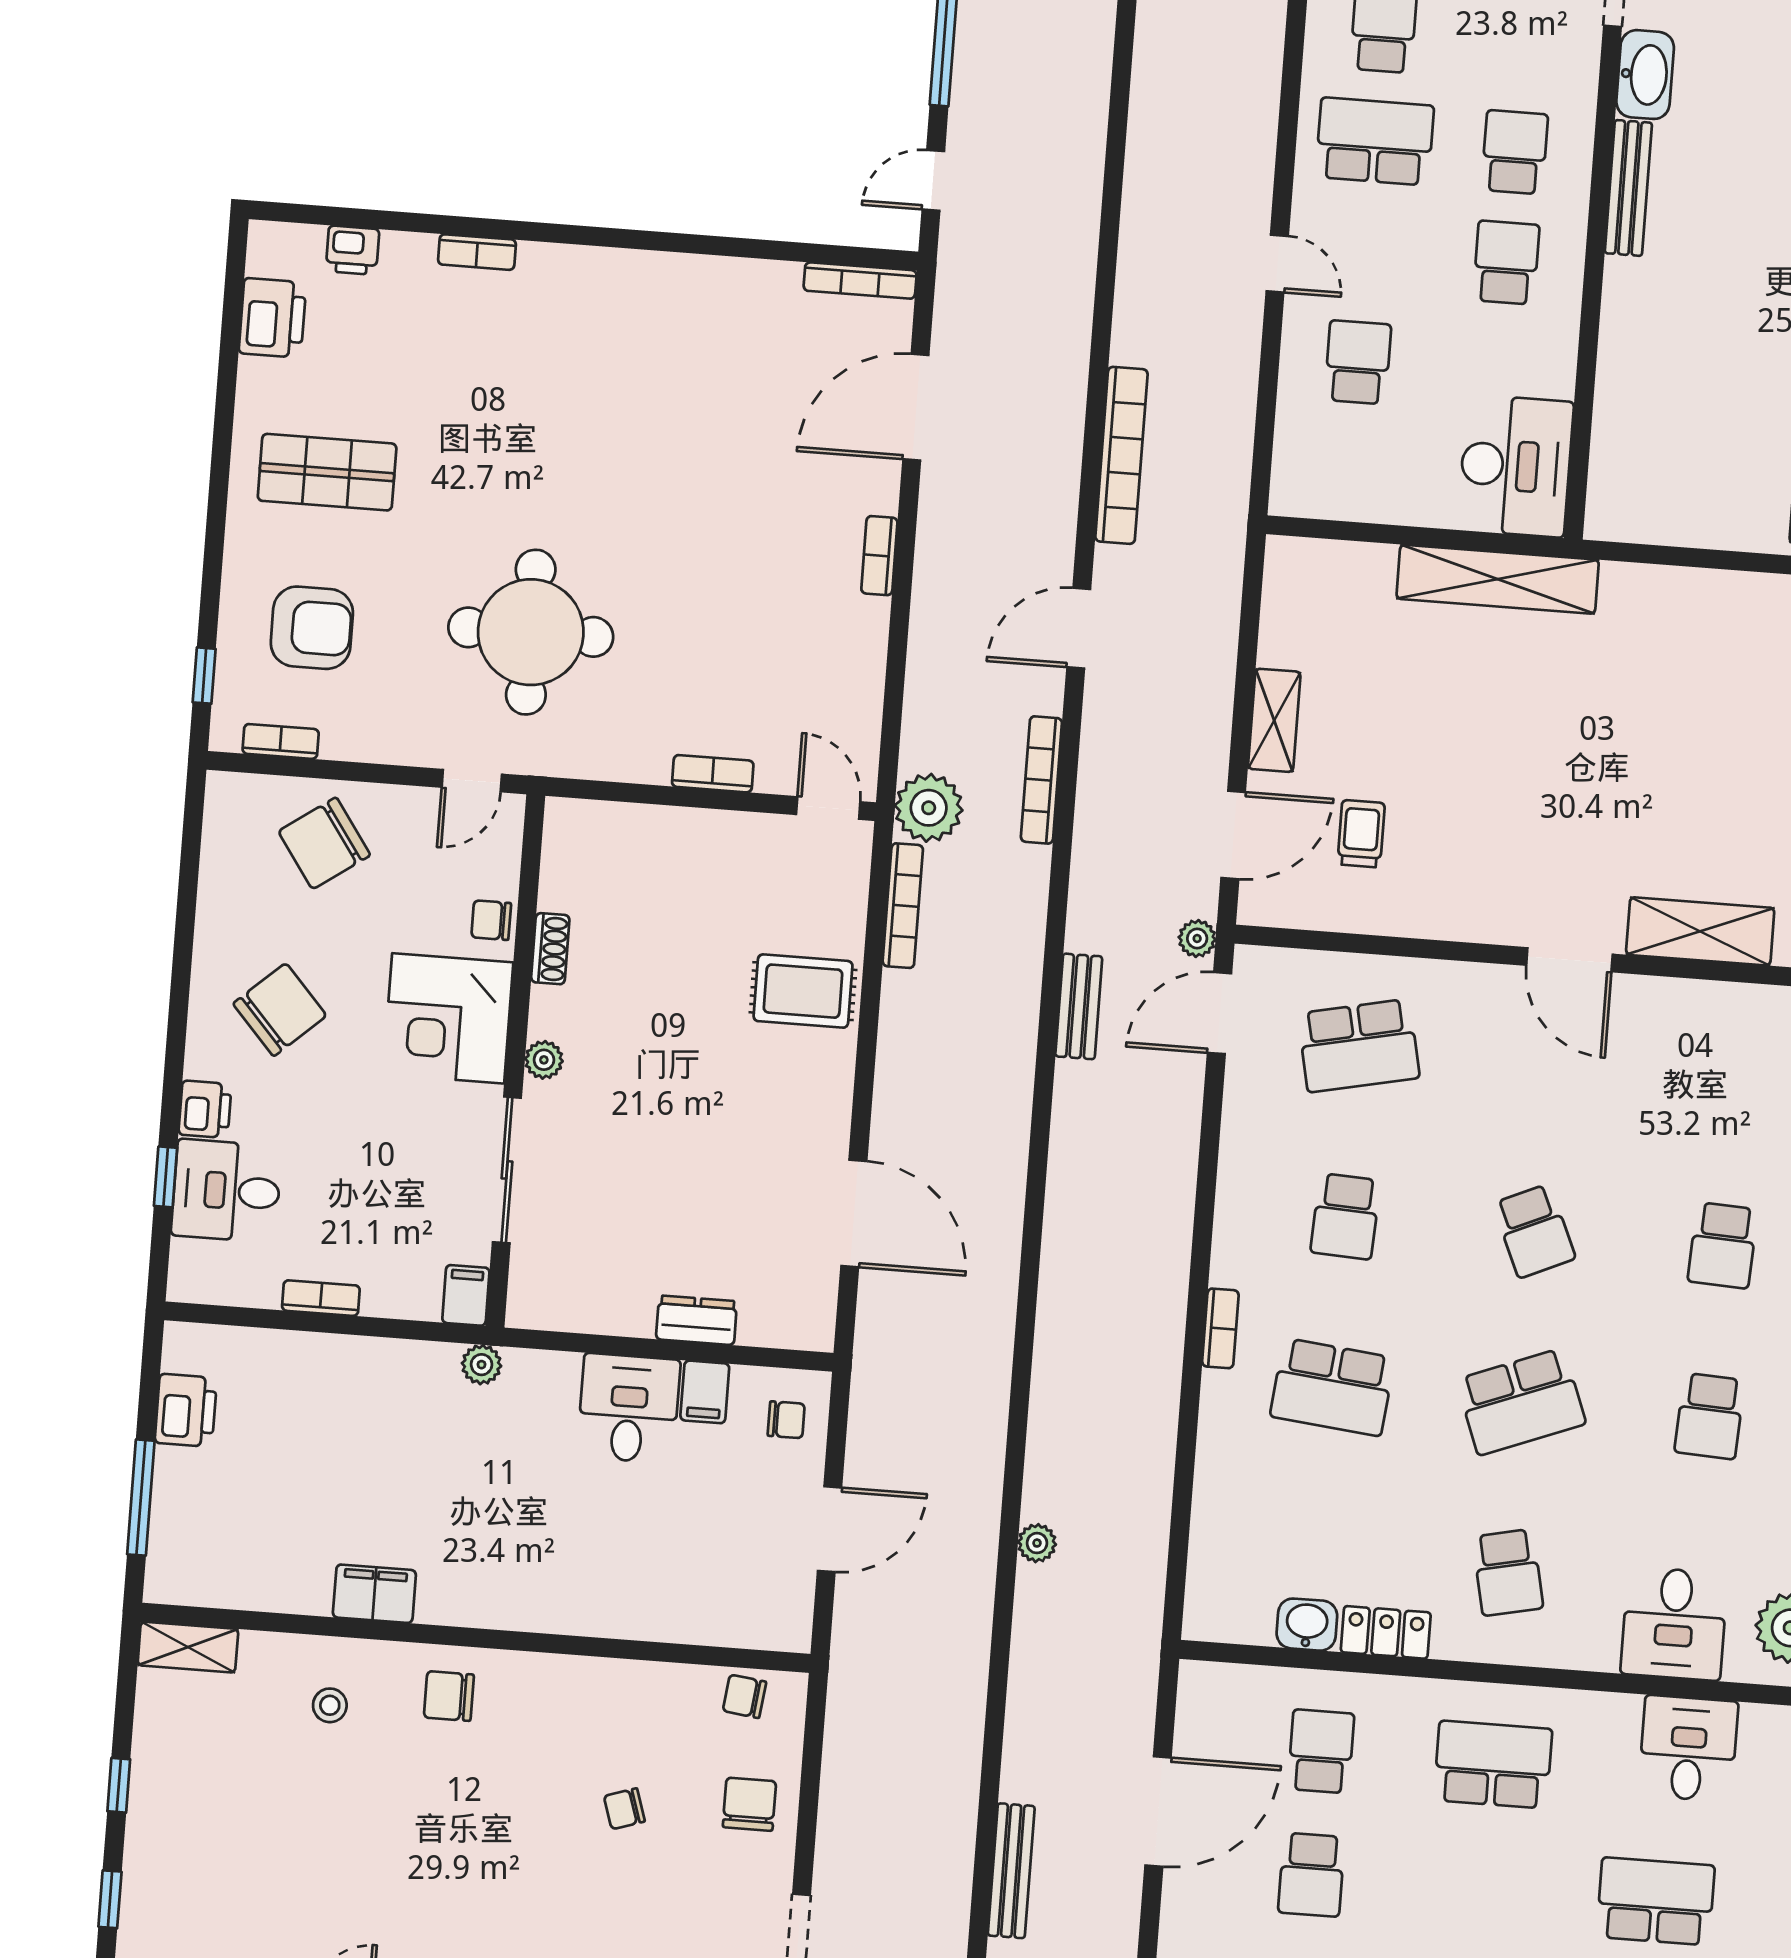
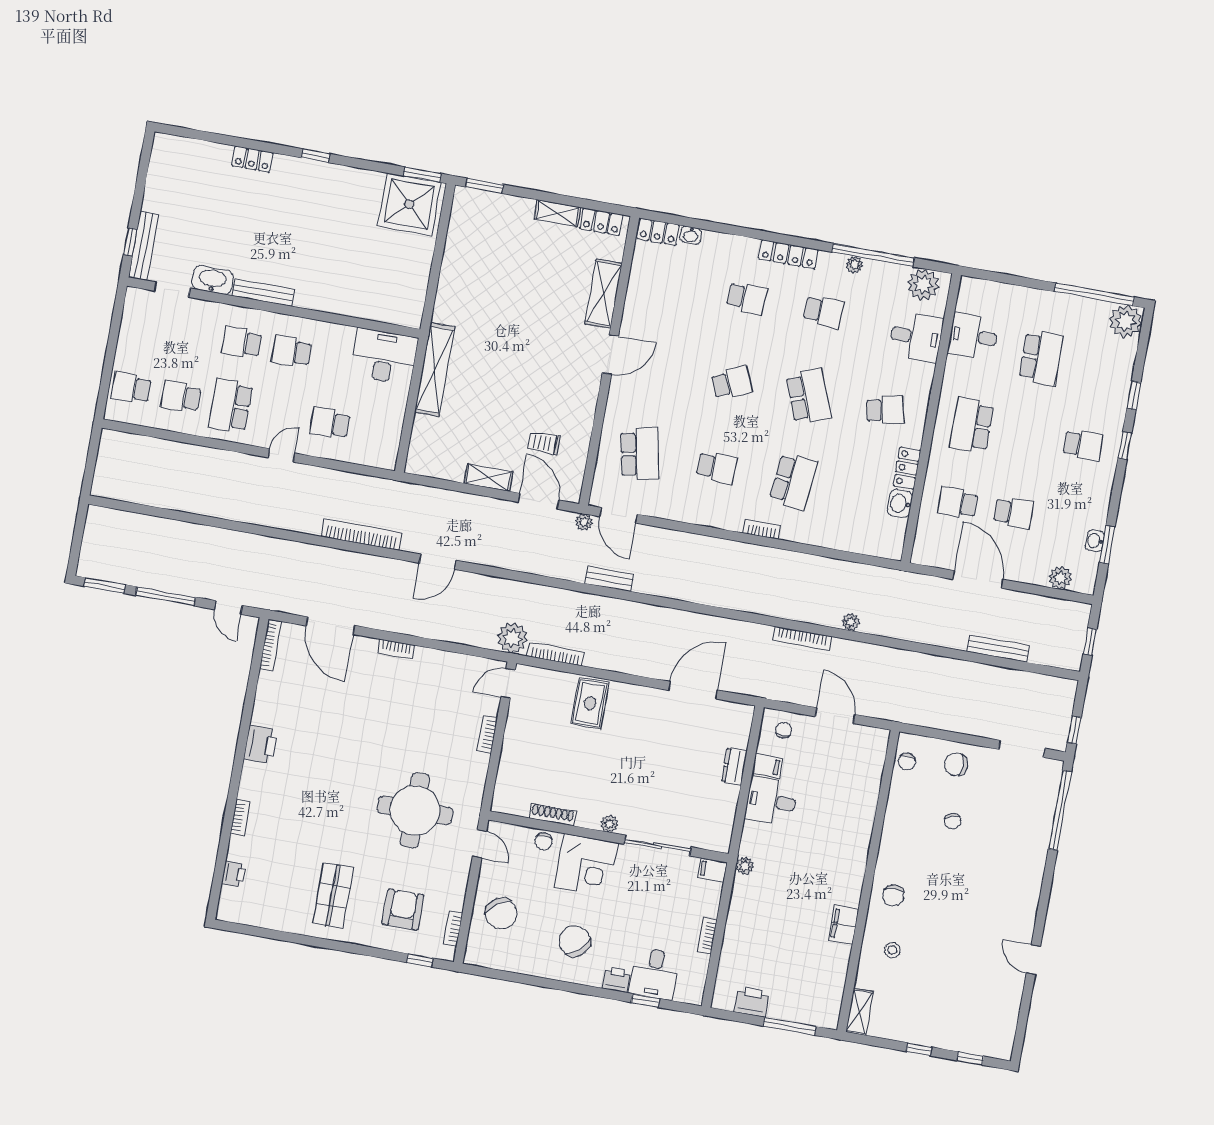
printer: (272, 318) -> (260, 745), moved, turned 90
door: (1079, 628) -> (438, 562), hinge flipped
bookcase: (1041, 780) -> (802, 638), moved
shoe rack: (550, 949) -> (553, 815), width x1.43
school desk: (1656, 1901) -> (1041, 358), turned 180

